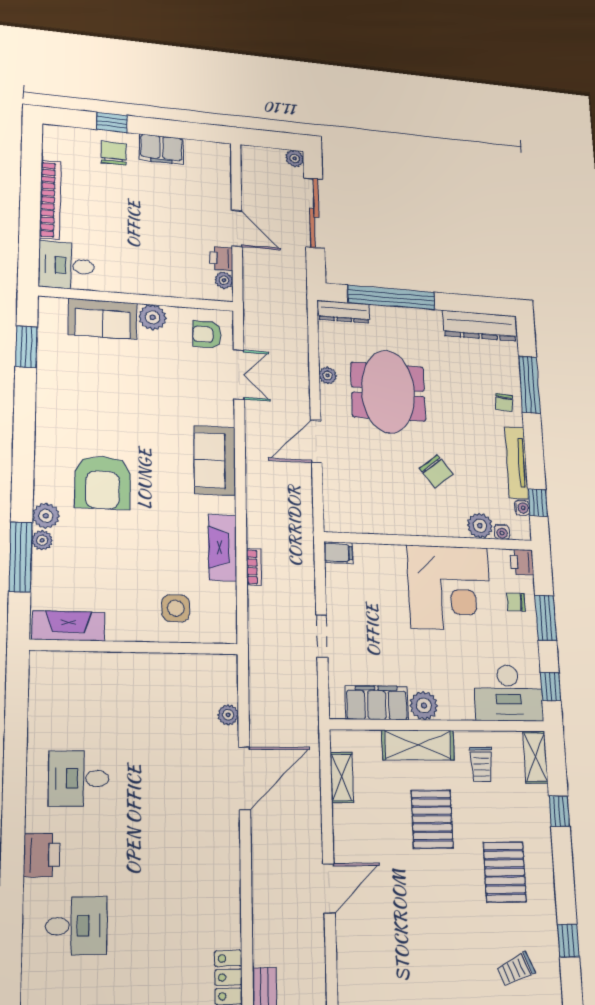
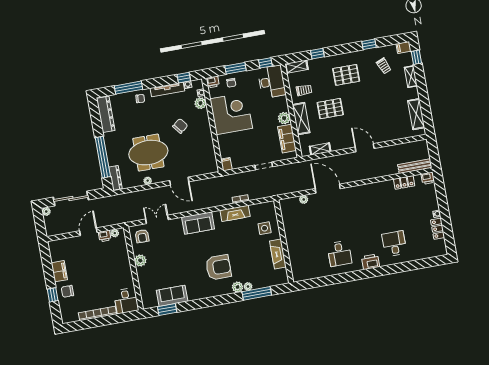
sofa: (103, 319) -> (172, 296), moved, turned -90
fireplace: (68, 626) -> (278, 254), moved

